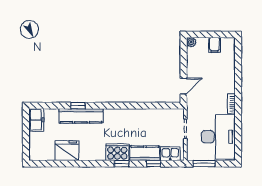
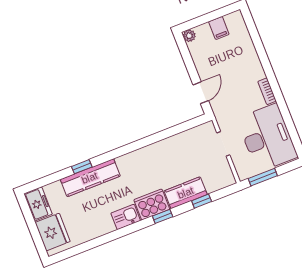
fridge: (67, 151) -> (53, 232), moved, turned 90
kitchen sink: (170, 154) -> (126, 217), moved

